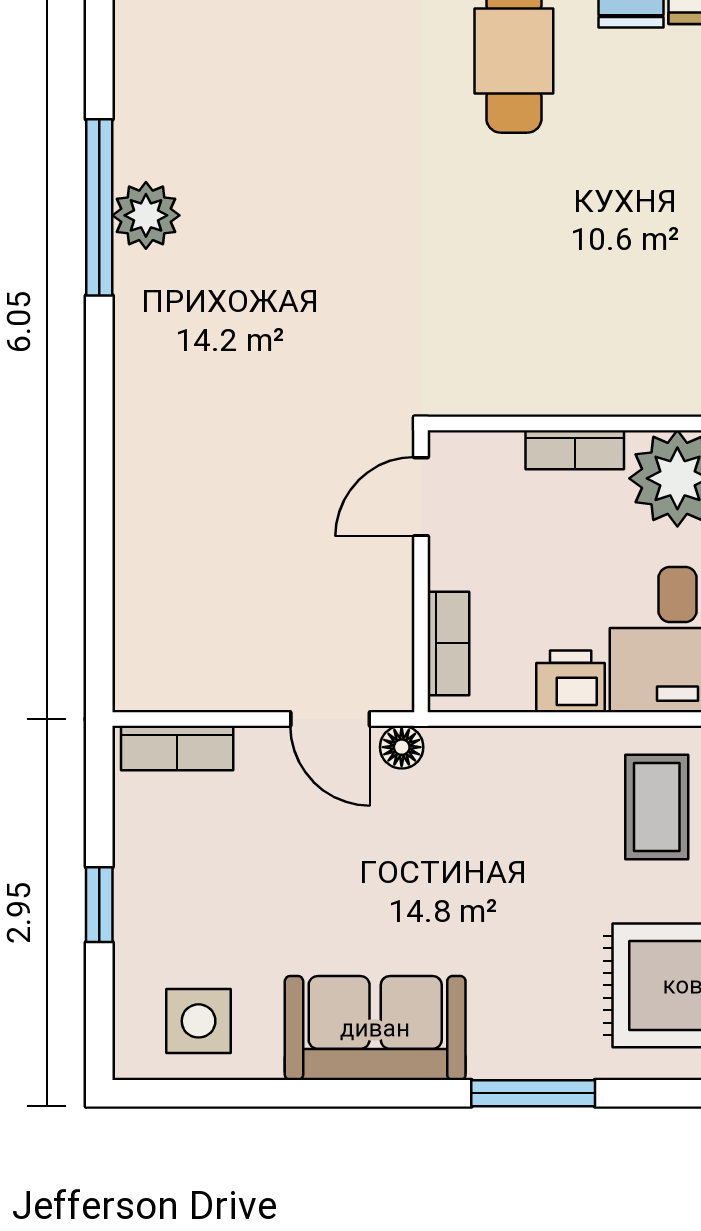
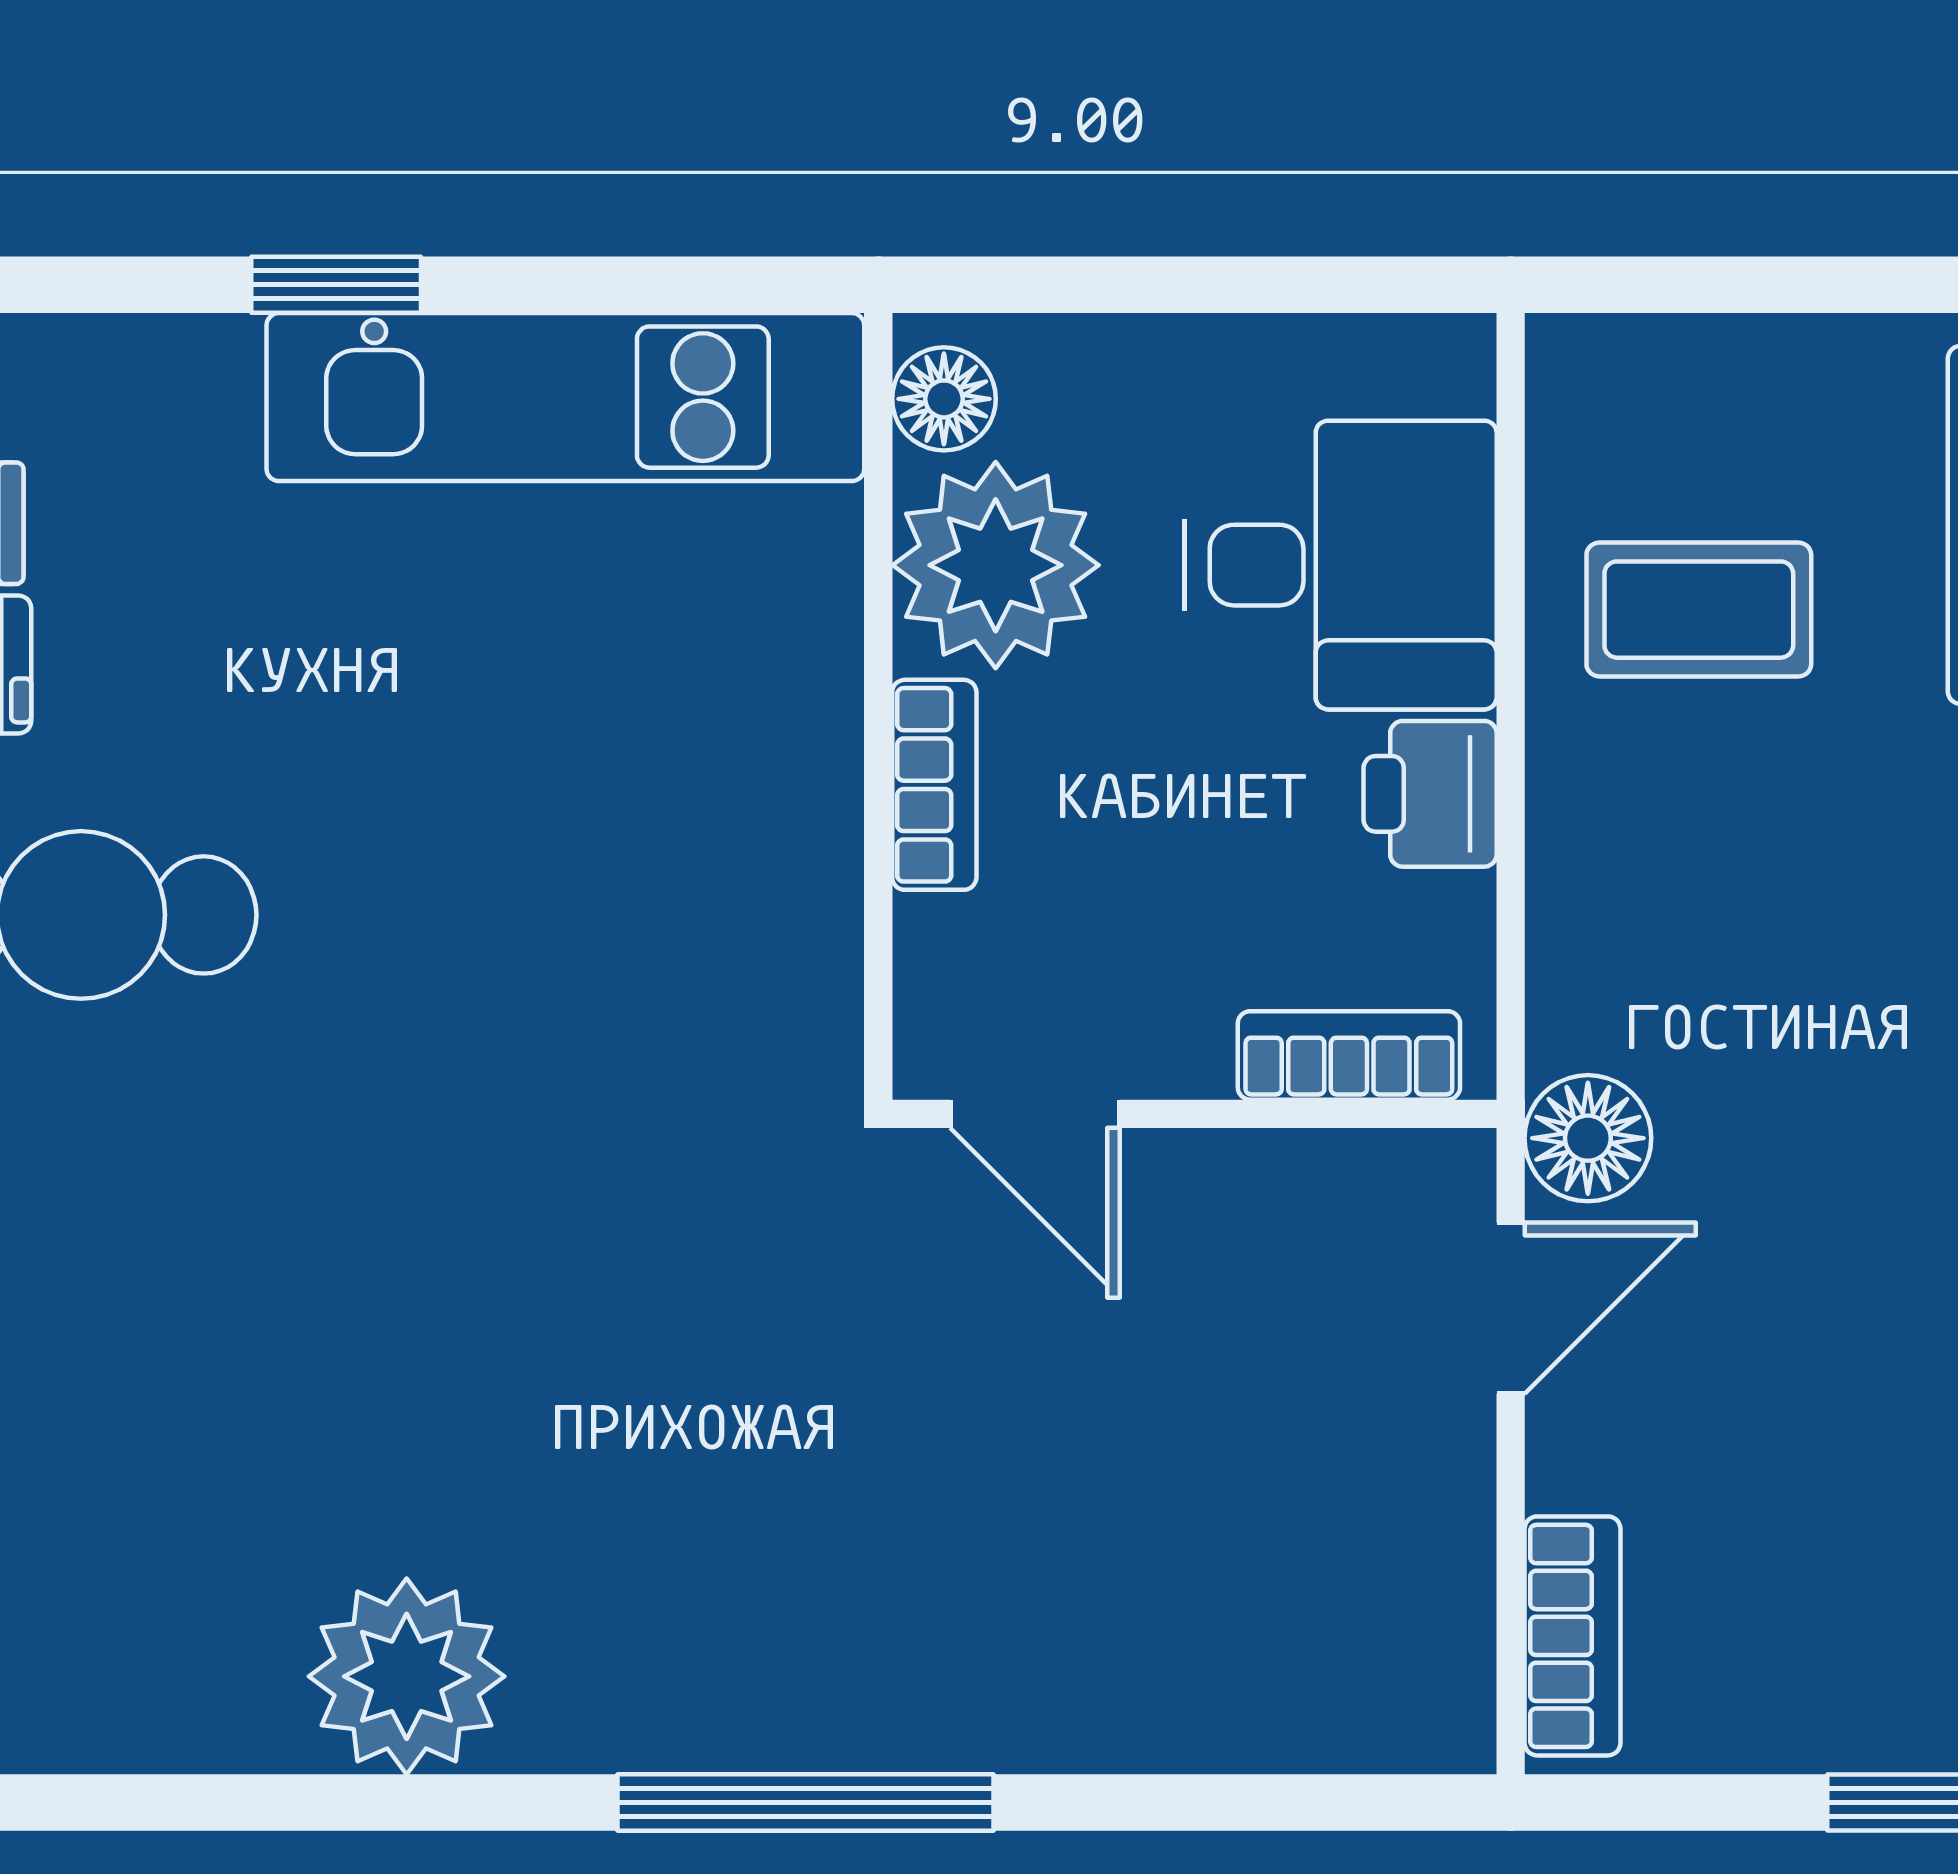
window: (99, 207) -> (805, 1802), moved
plant: (146, 215) -> (407, 1676), width x1.36, depth x1.36
floor lamp: (402, 747) -> (1588, 1138), width x1.37, depth x1.37

